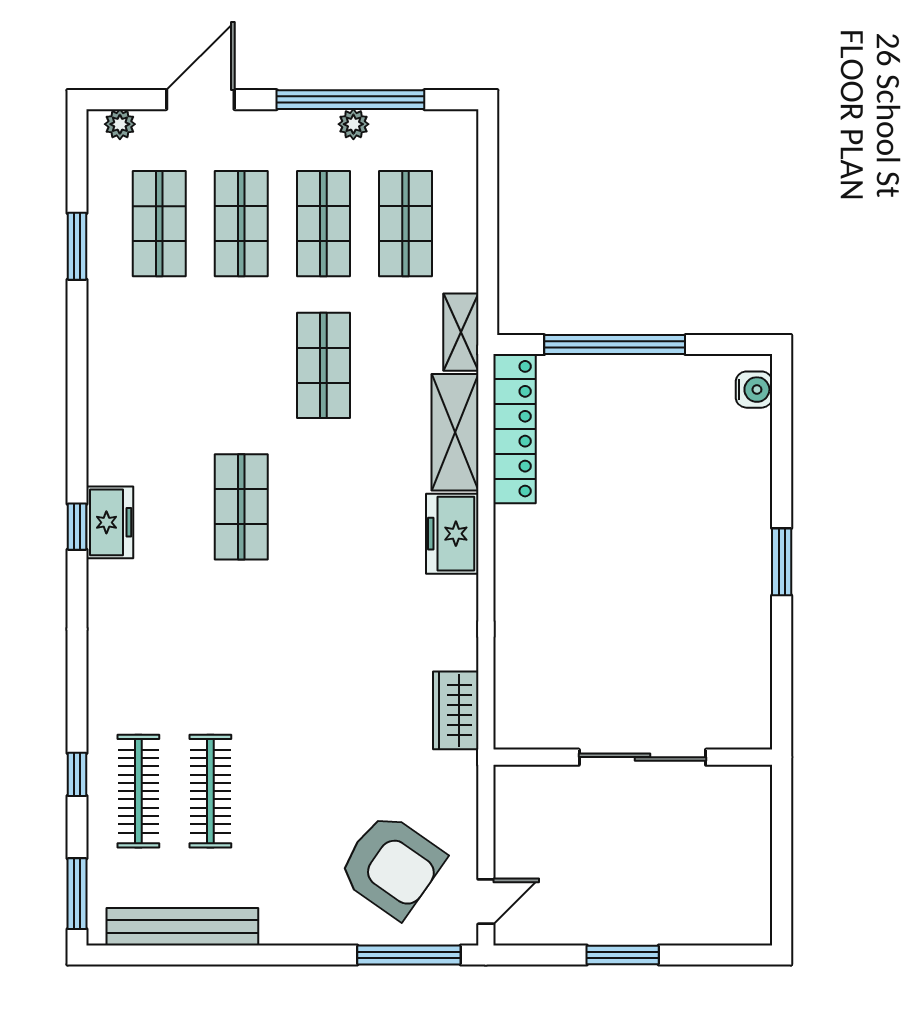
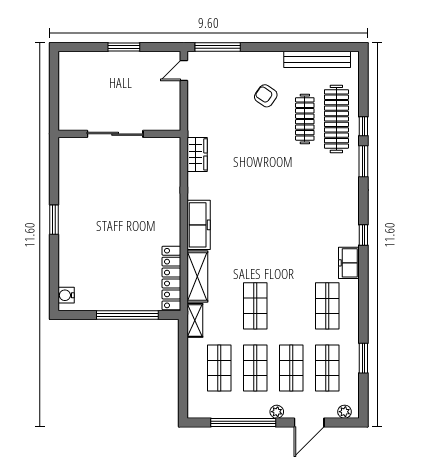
plant: (353, 124) -> (277, 412), moved
shop shelf: (241, 507) -> (327, 306), moved
freezer: (110, 522) -> (349, 263), moved
freezer: (452, 534) -> (199, 225), width x1.40
clothes rail: (138, 791) -> (336, 119), width x1.37, depth x1.31
armchair: (391, 866) -> (266, 96), moved, width x0.53, depth x0.53
window: (77, 894) -> (363, 161), moved

